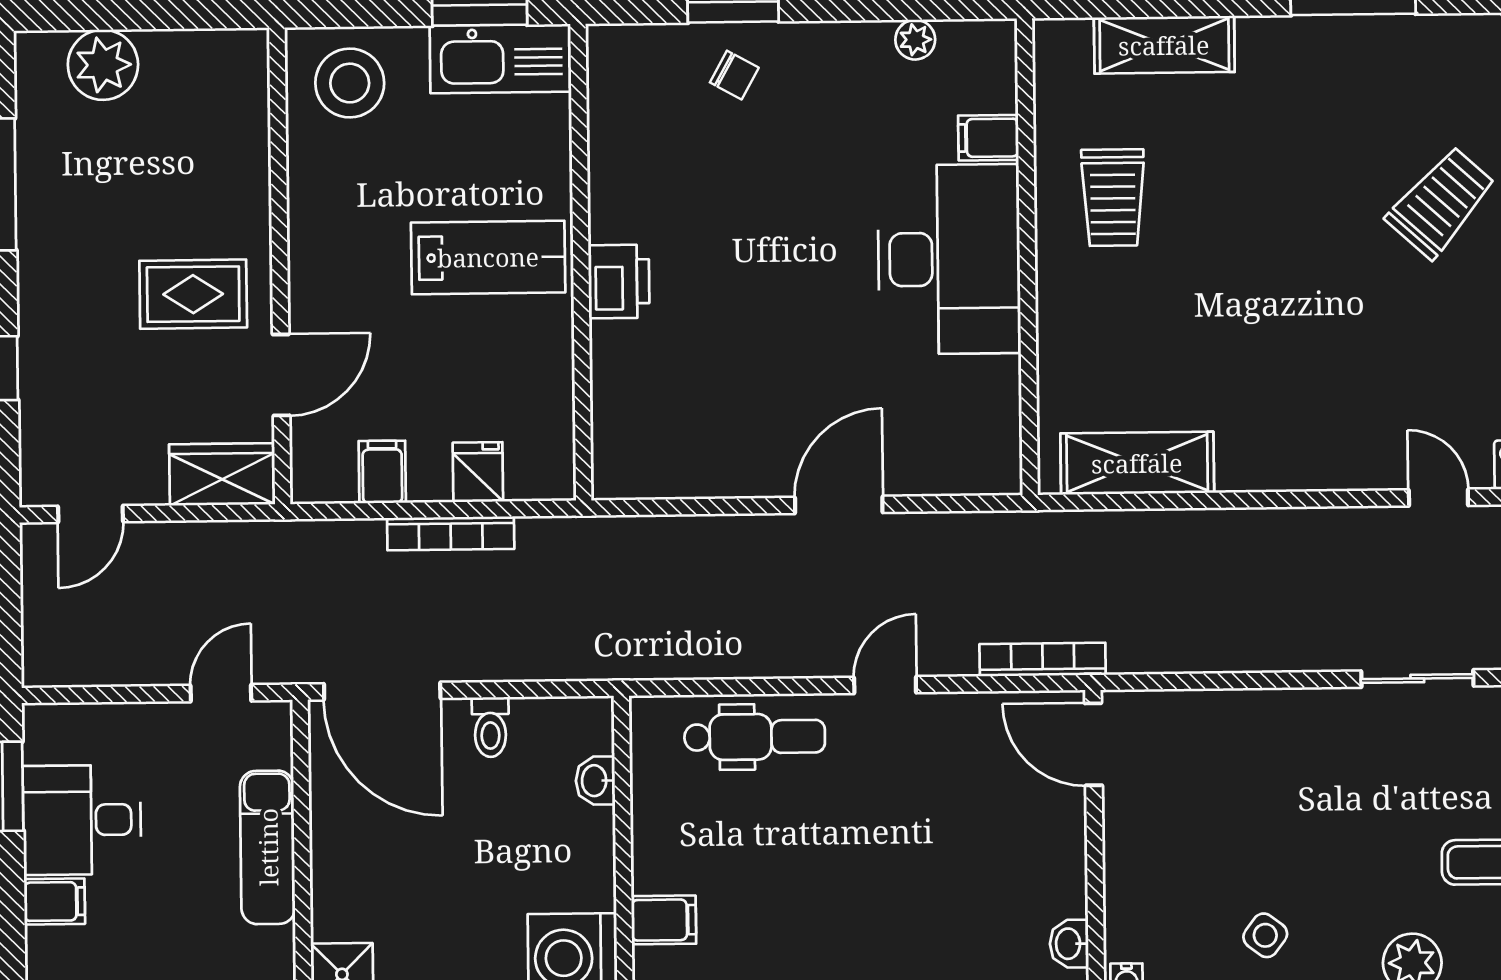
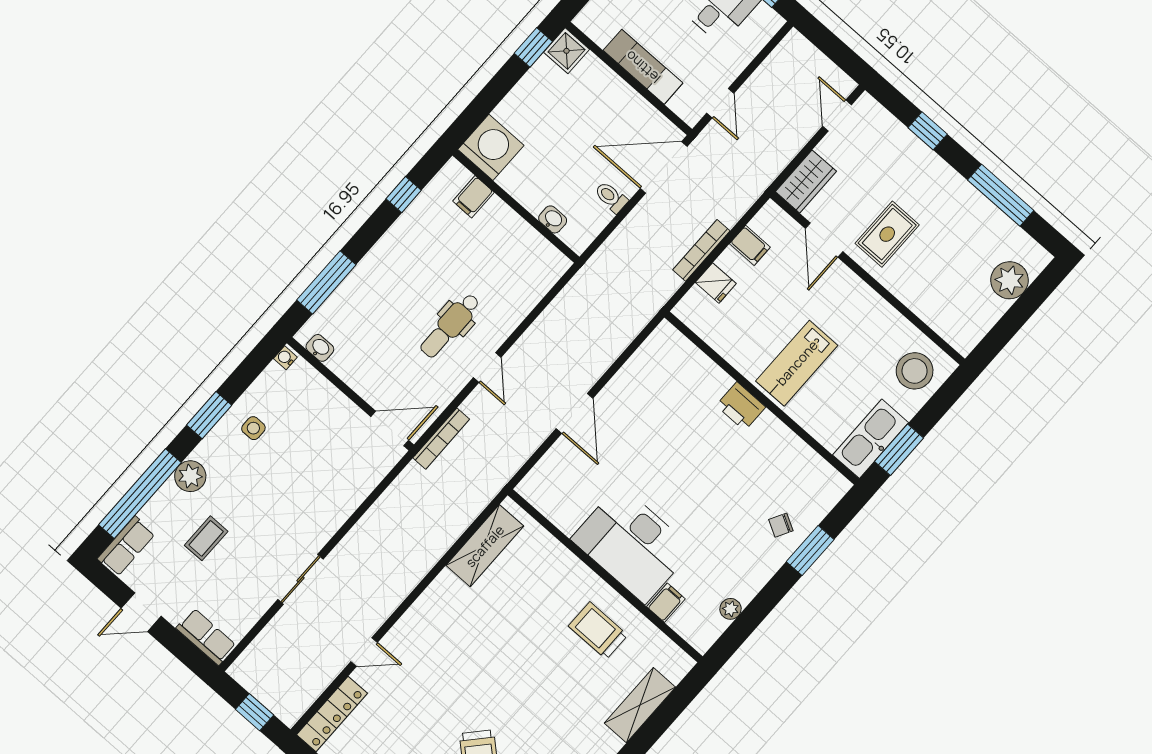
dental chair: (755, 737) -> (450, 326), moved
side table: (1265, 935) -> (253, 428), turned -37

